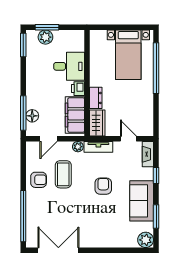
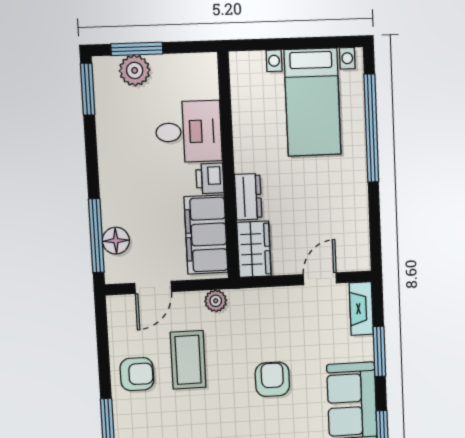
door: (128, 139) -> (320, 279), hinge flipped
tv unit: (98, 147) -> (259, 299), removed
window: (156, 176) -> (379, 351), width x1.50

